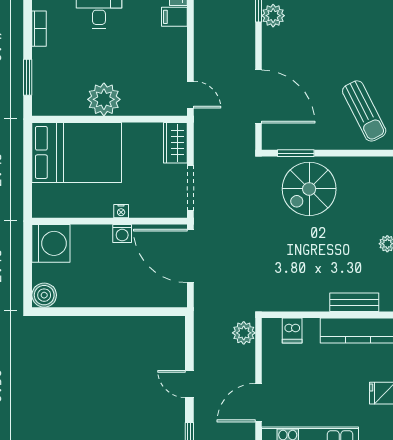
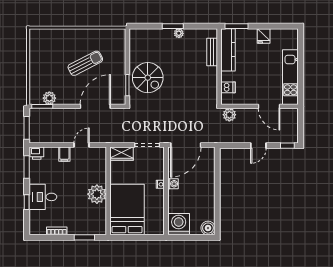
filing cabinet: (174, 17) -> (64, 154), moved
door: (190, 95) -> (82, 145), moved
sun lounger: (364, 111) -> (85, 63), moved

